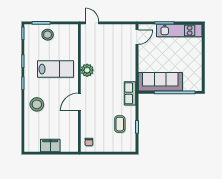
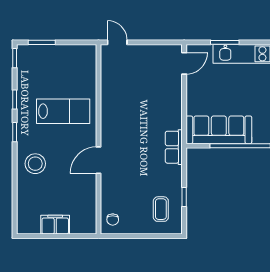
stool: (48, 35) -> (51, 60), removed
plant: (87, 70) -> (110, 113), removed
coffee table: (120, 124) -> (161, 209), moved

